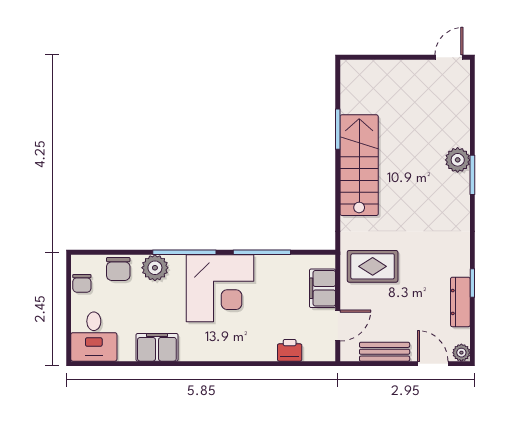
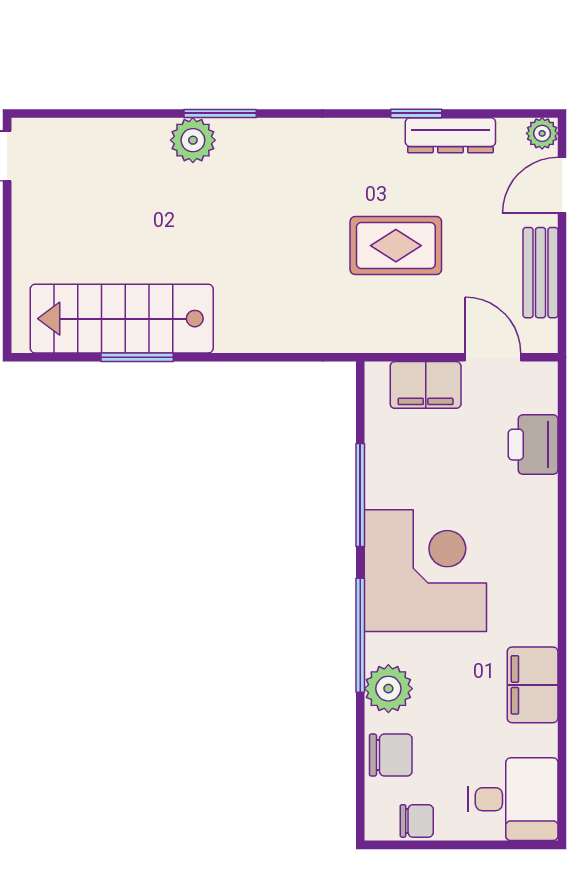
stairs: (359, 165) -> (122, 319), moved
rug: (373, 266) -> (396, 246), moved, turned 90
printer: (290, 350) -> (533, 445), width x1.36, depth x1.24

